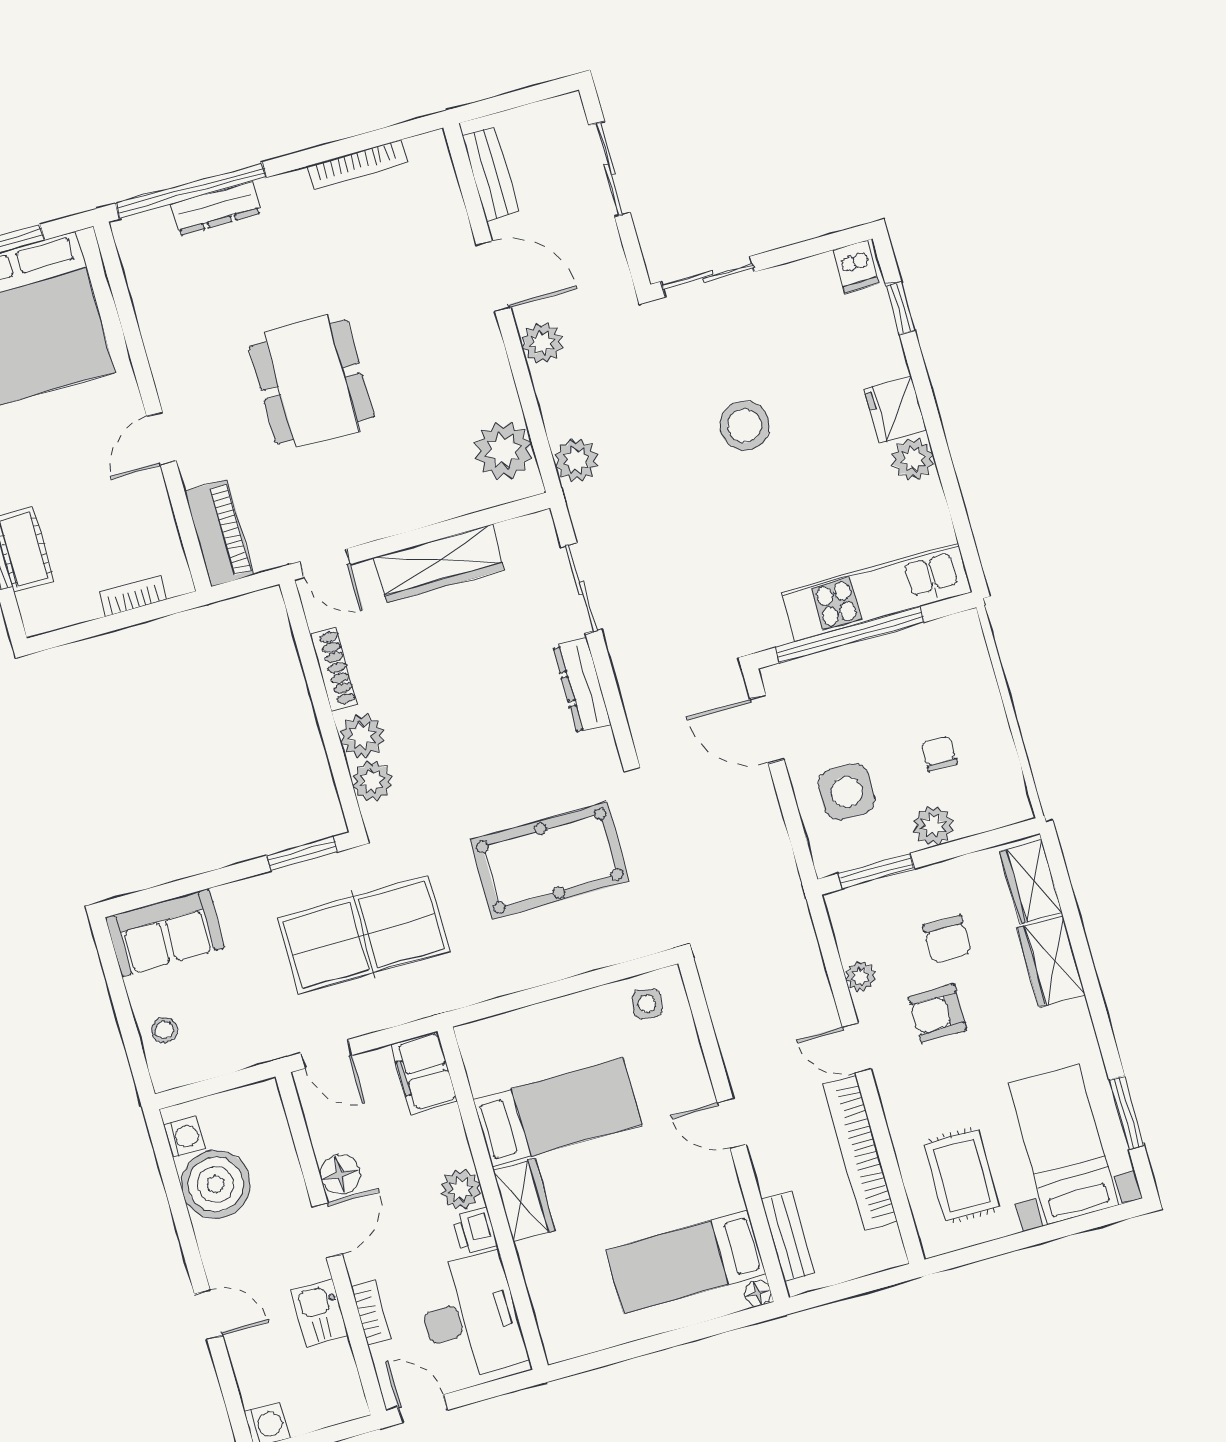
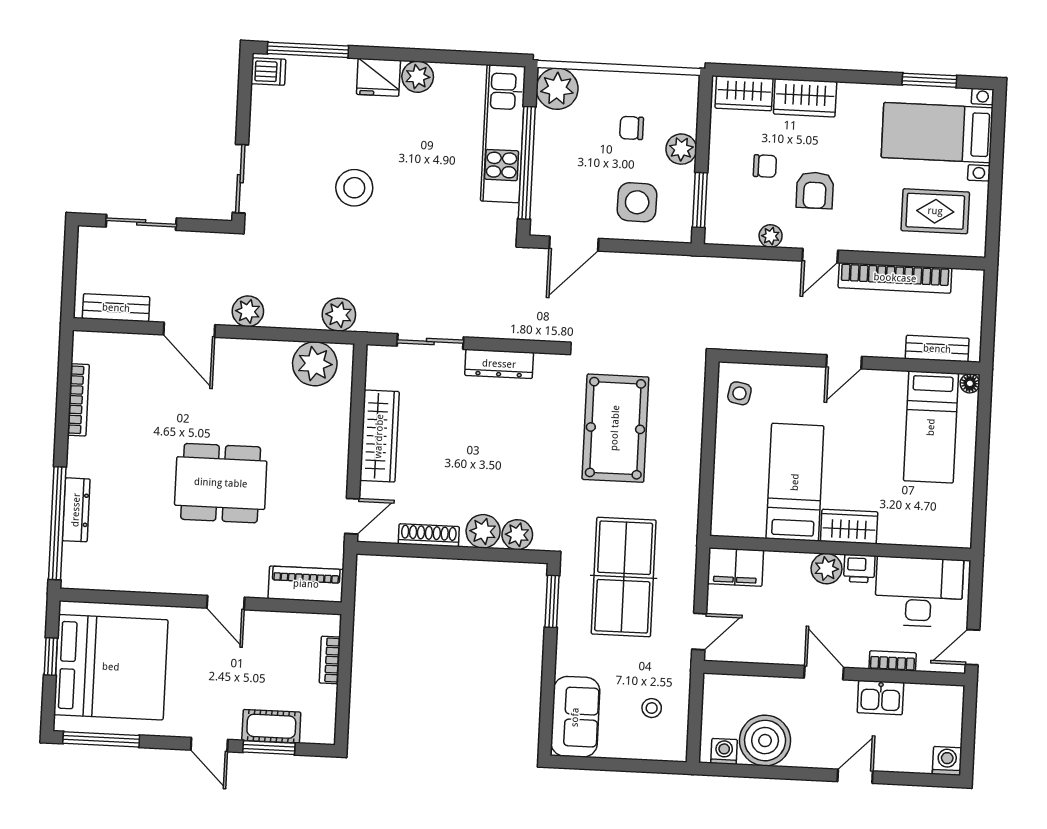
door: (493, 276) -> (189, 330), swing flipped
window: (900, 308) -> (308, 50), width x2.17
plant: (957, 642) -> (557, 89), added
chair: (947, 939) -> (765, 166), width x0.73, depth x0.73
stool: (164, 1030) -> (652, 708), moved
floor lamp: (340, 1175) -> (788, 650), removed

